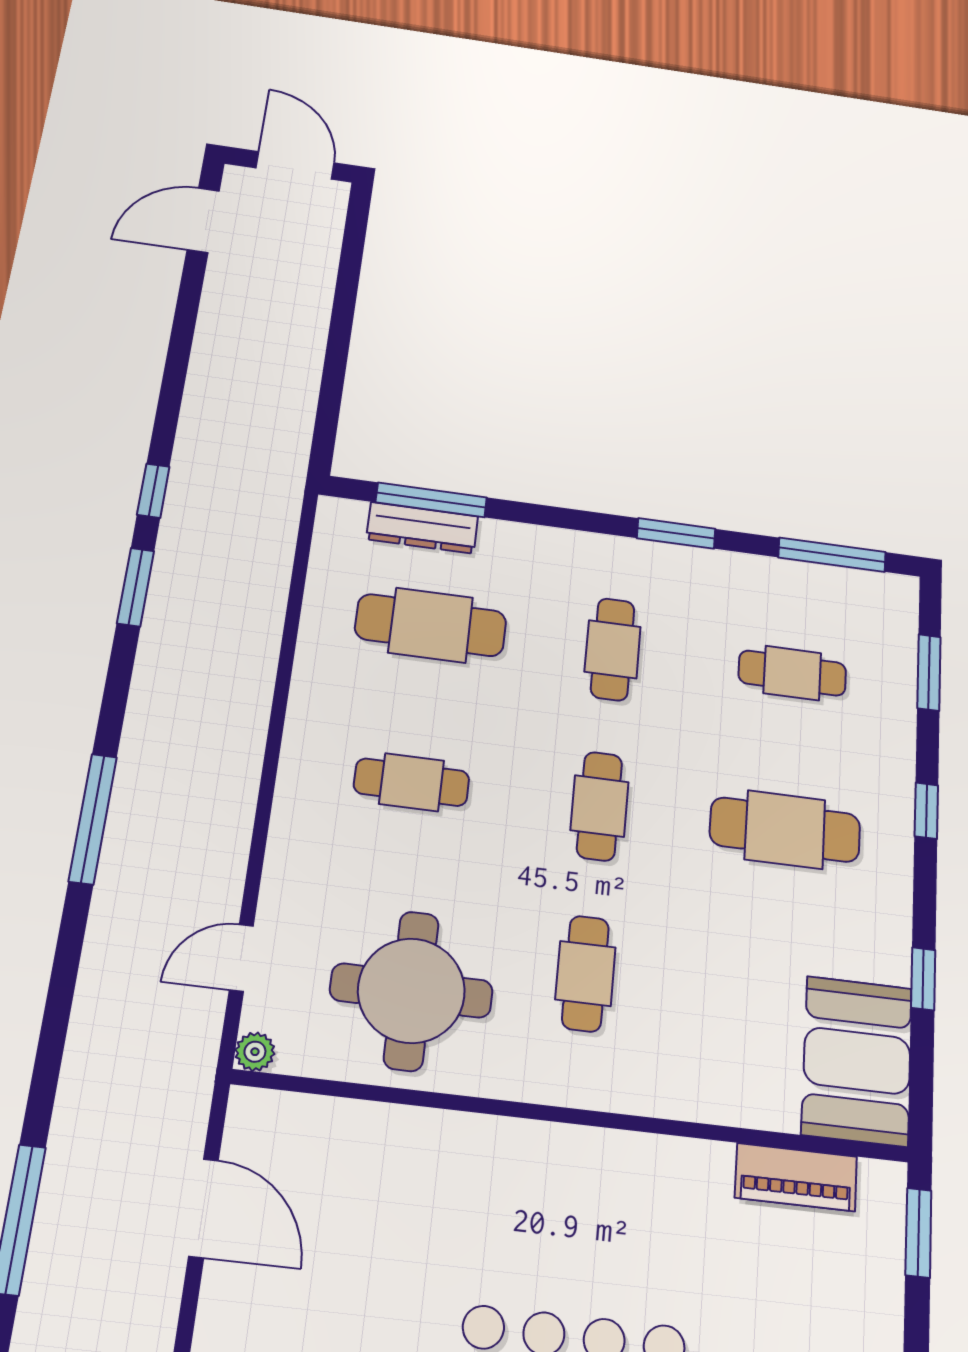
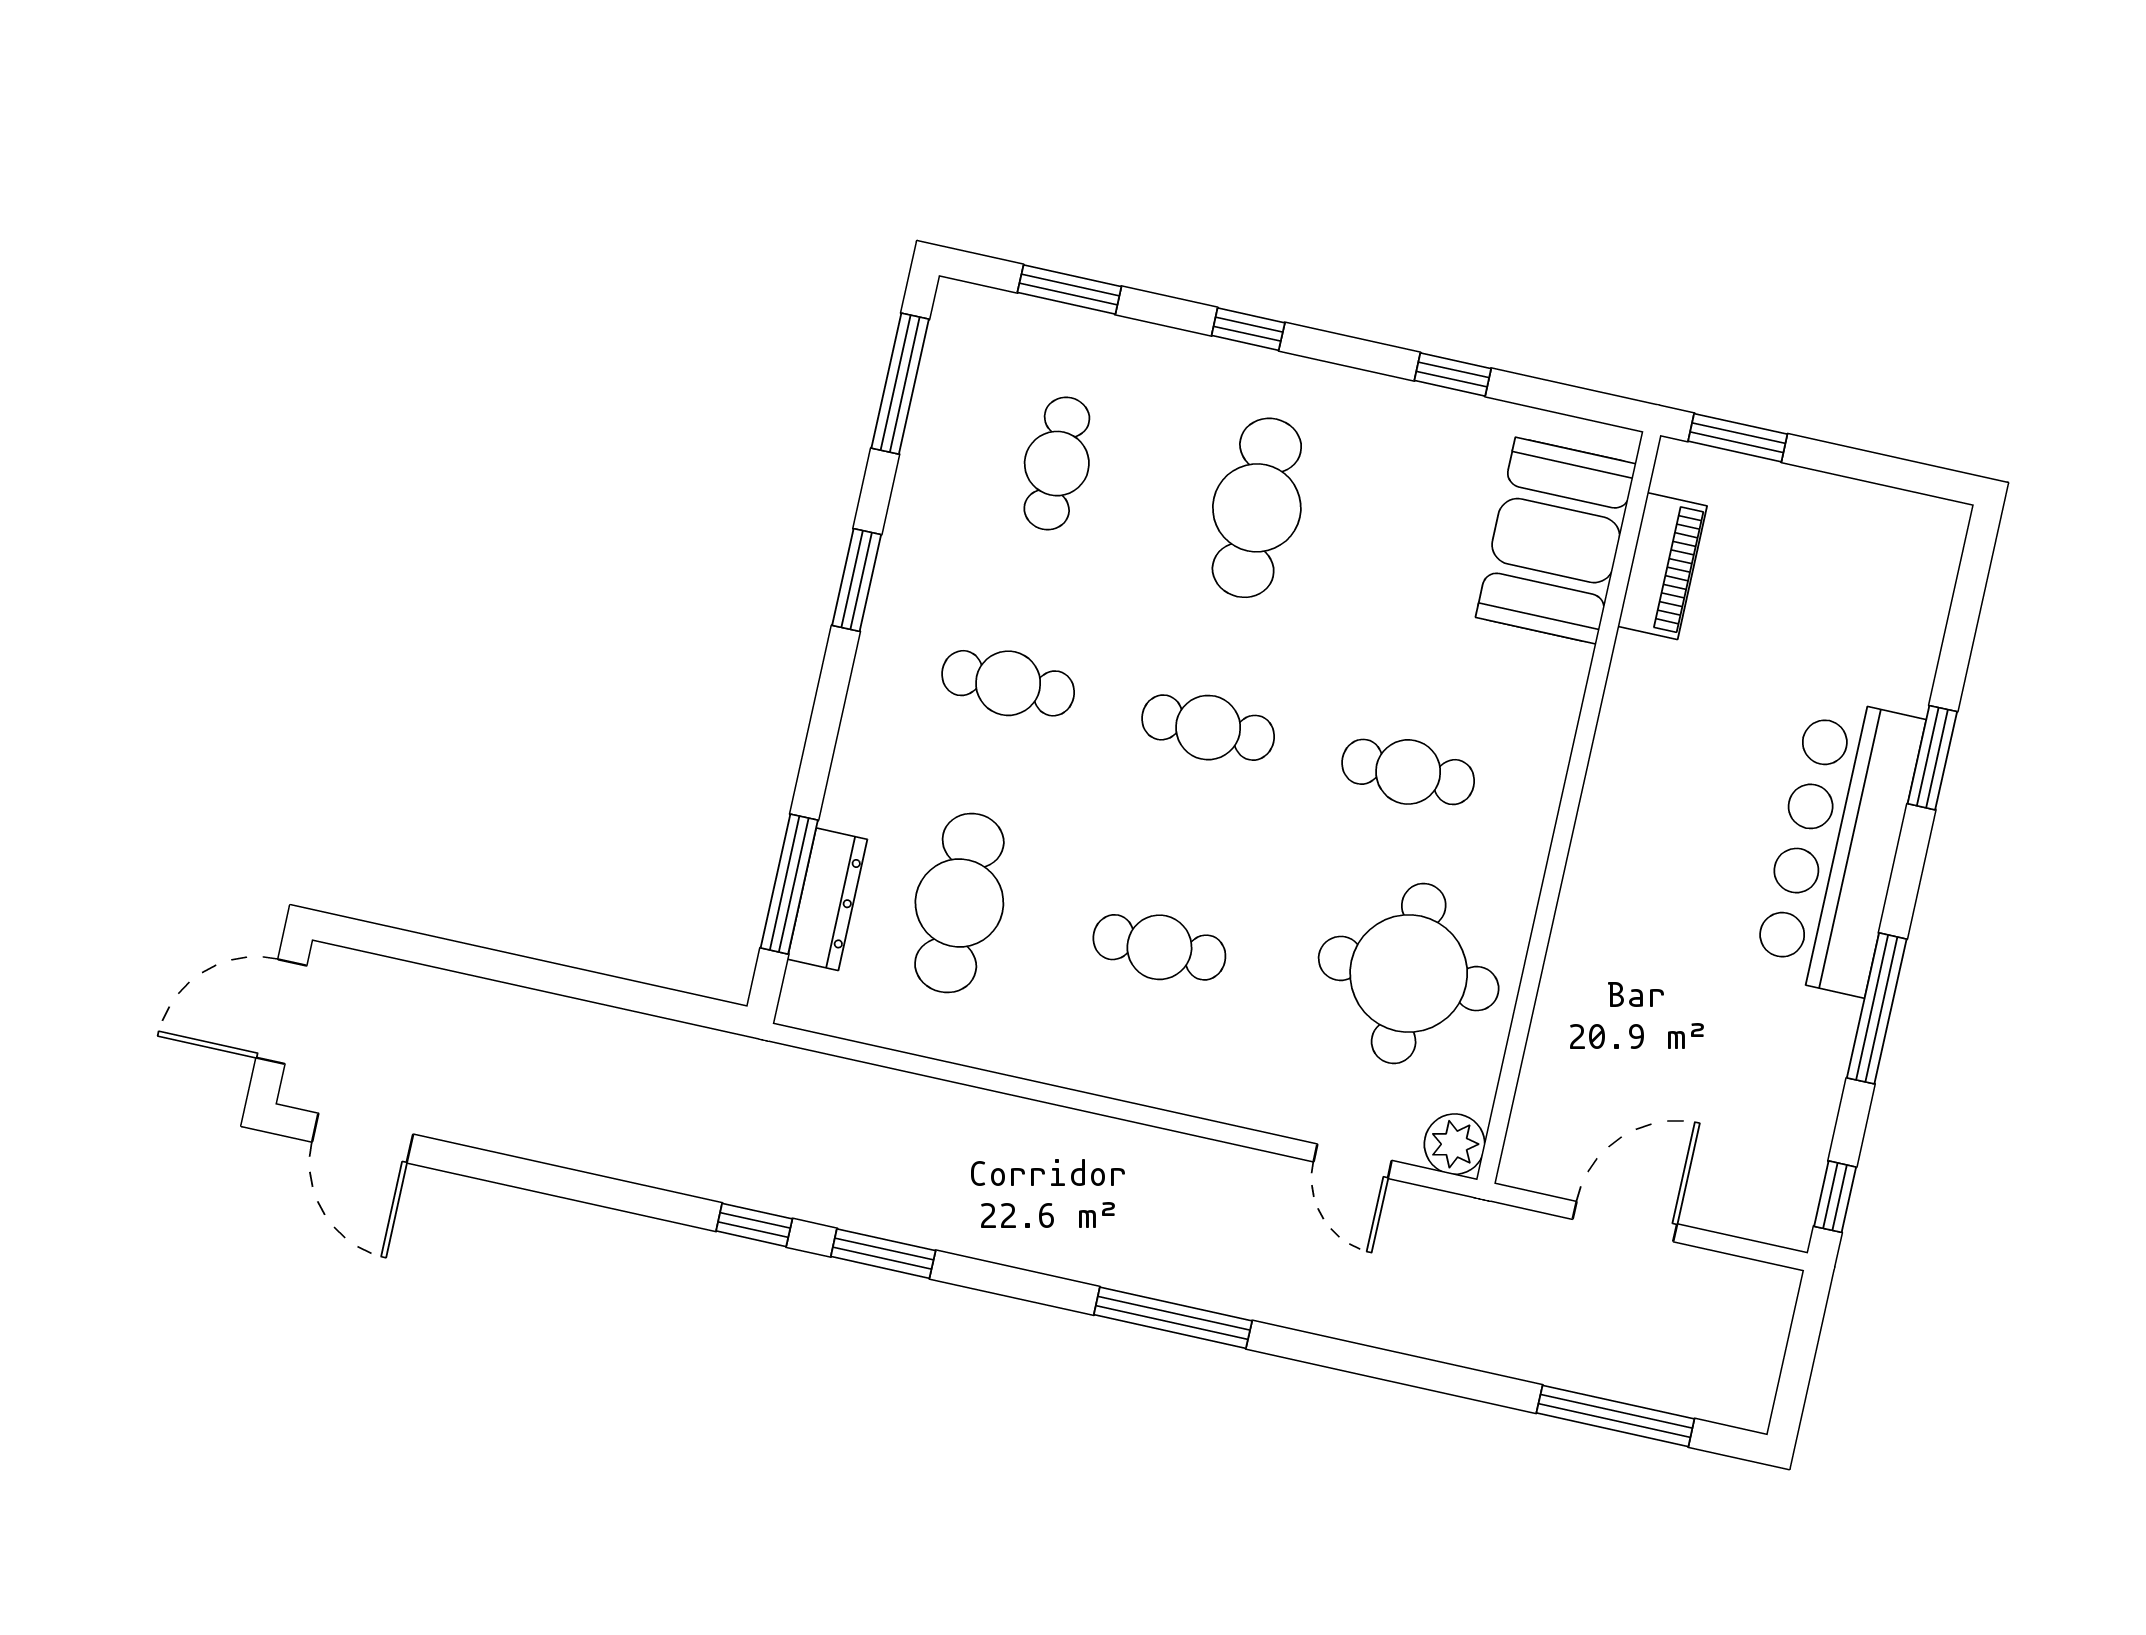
cafe table: (412, 782) -> (1159, 947), turned 90
plant: (255, 1052) -> (1455, 1144), width x1.38, depth x1.38
booth: (857, 1061) -> (1556, 541), moved, turned 90

